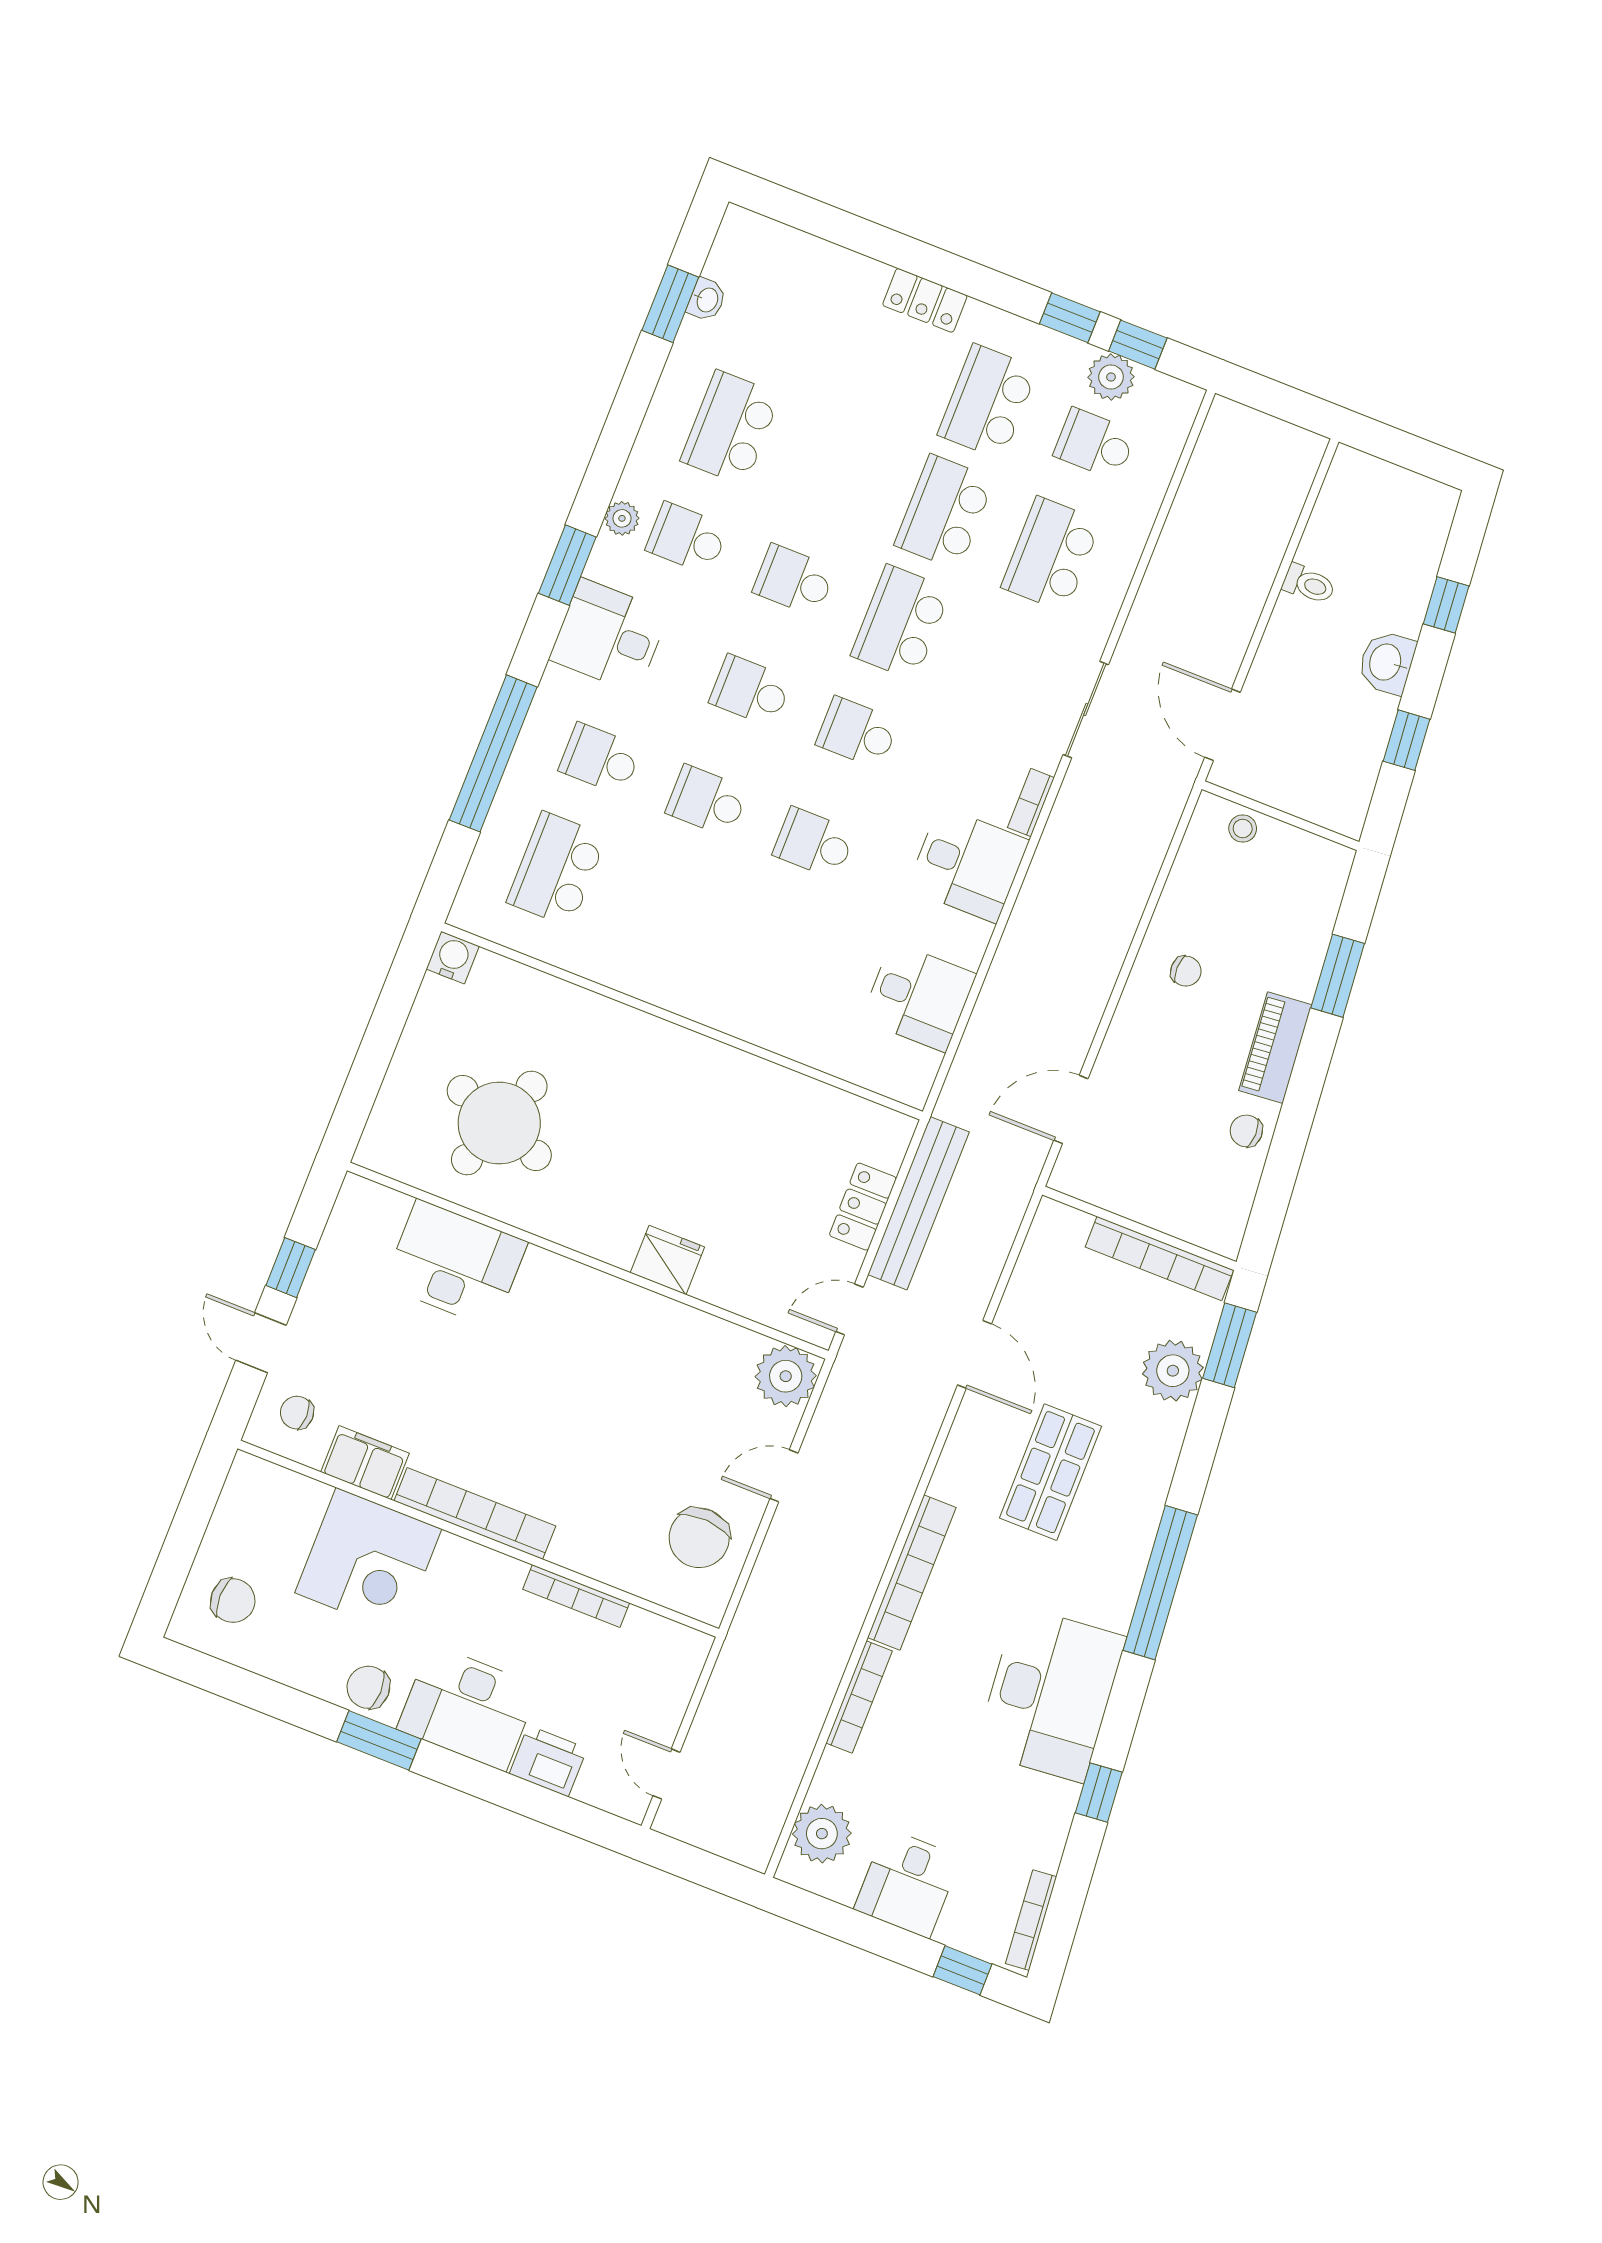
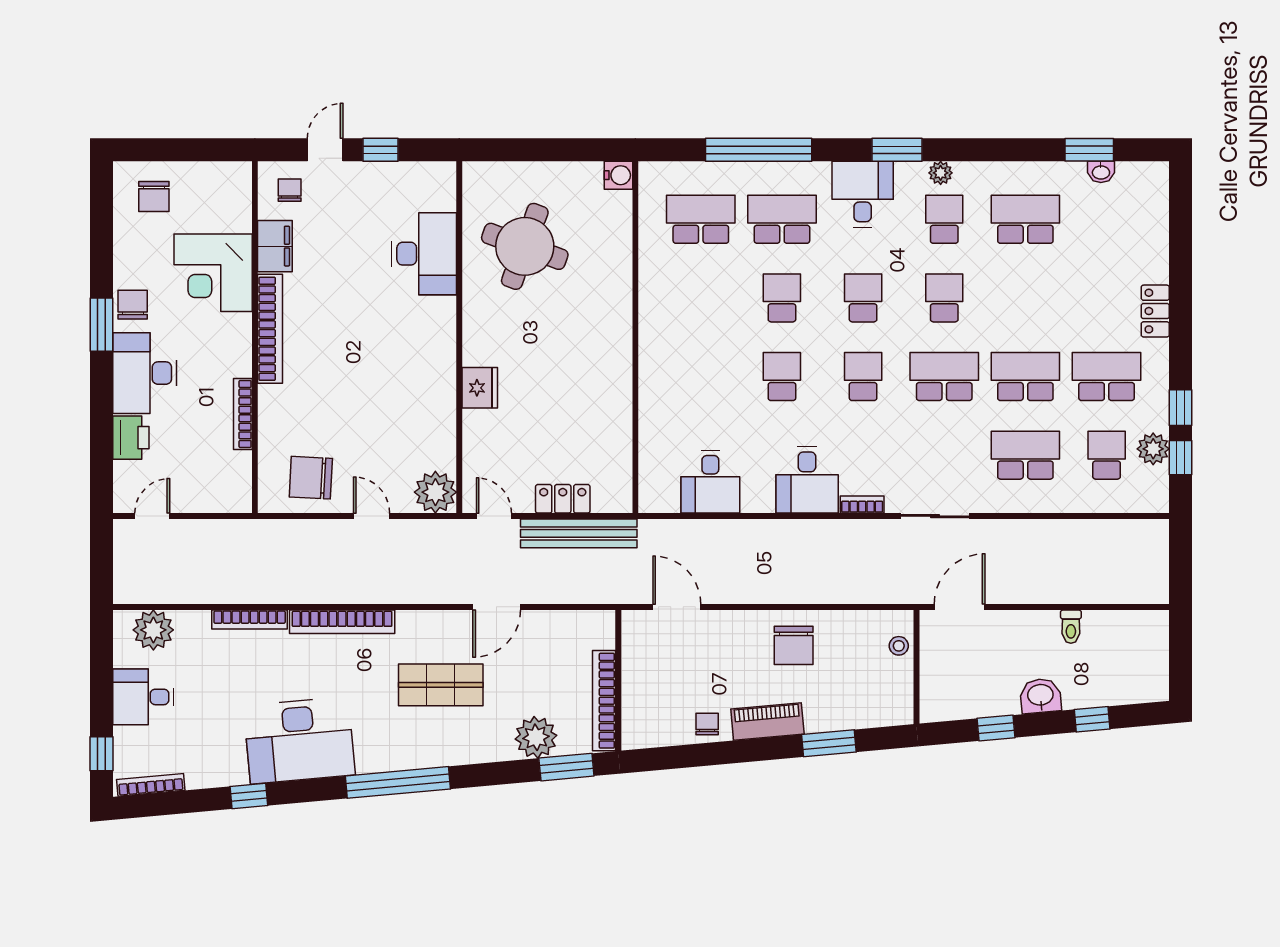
school desk: (600, 759) -> (782, 219), width x1.85
chair: (1186, 971) -> (794, 645), width x1.87, depth x1.87

